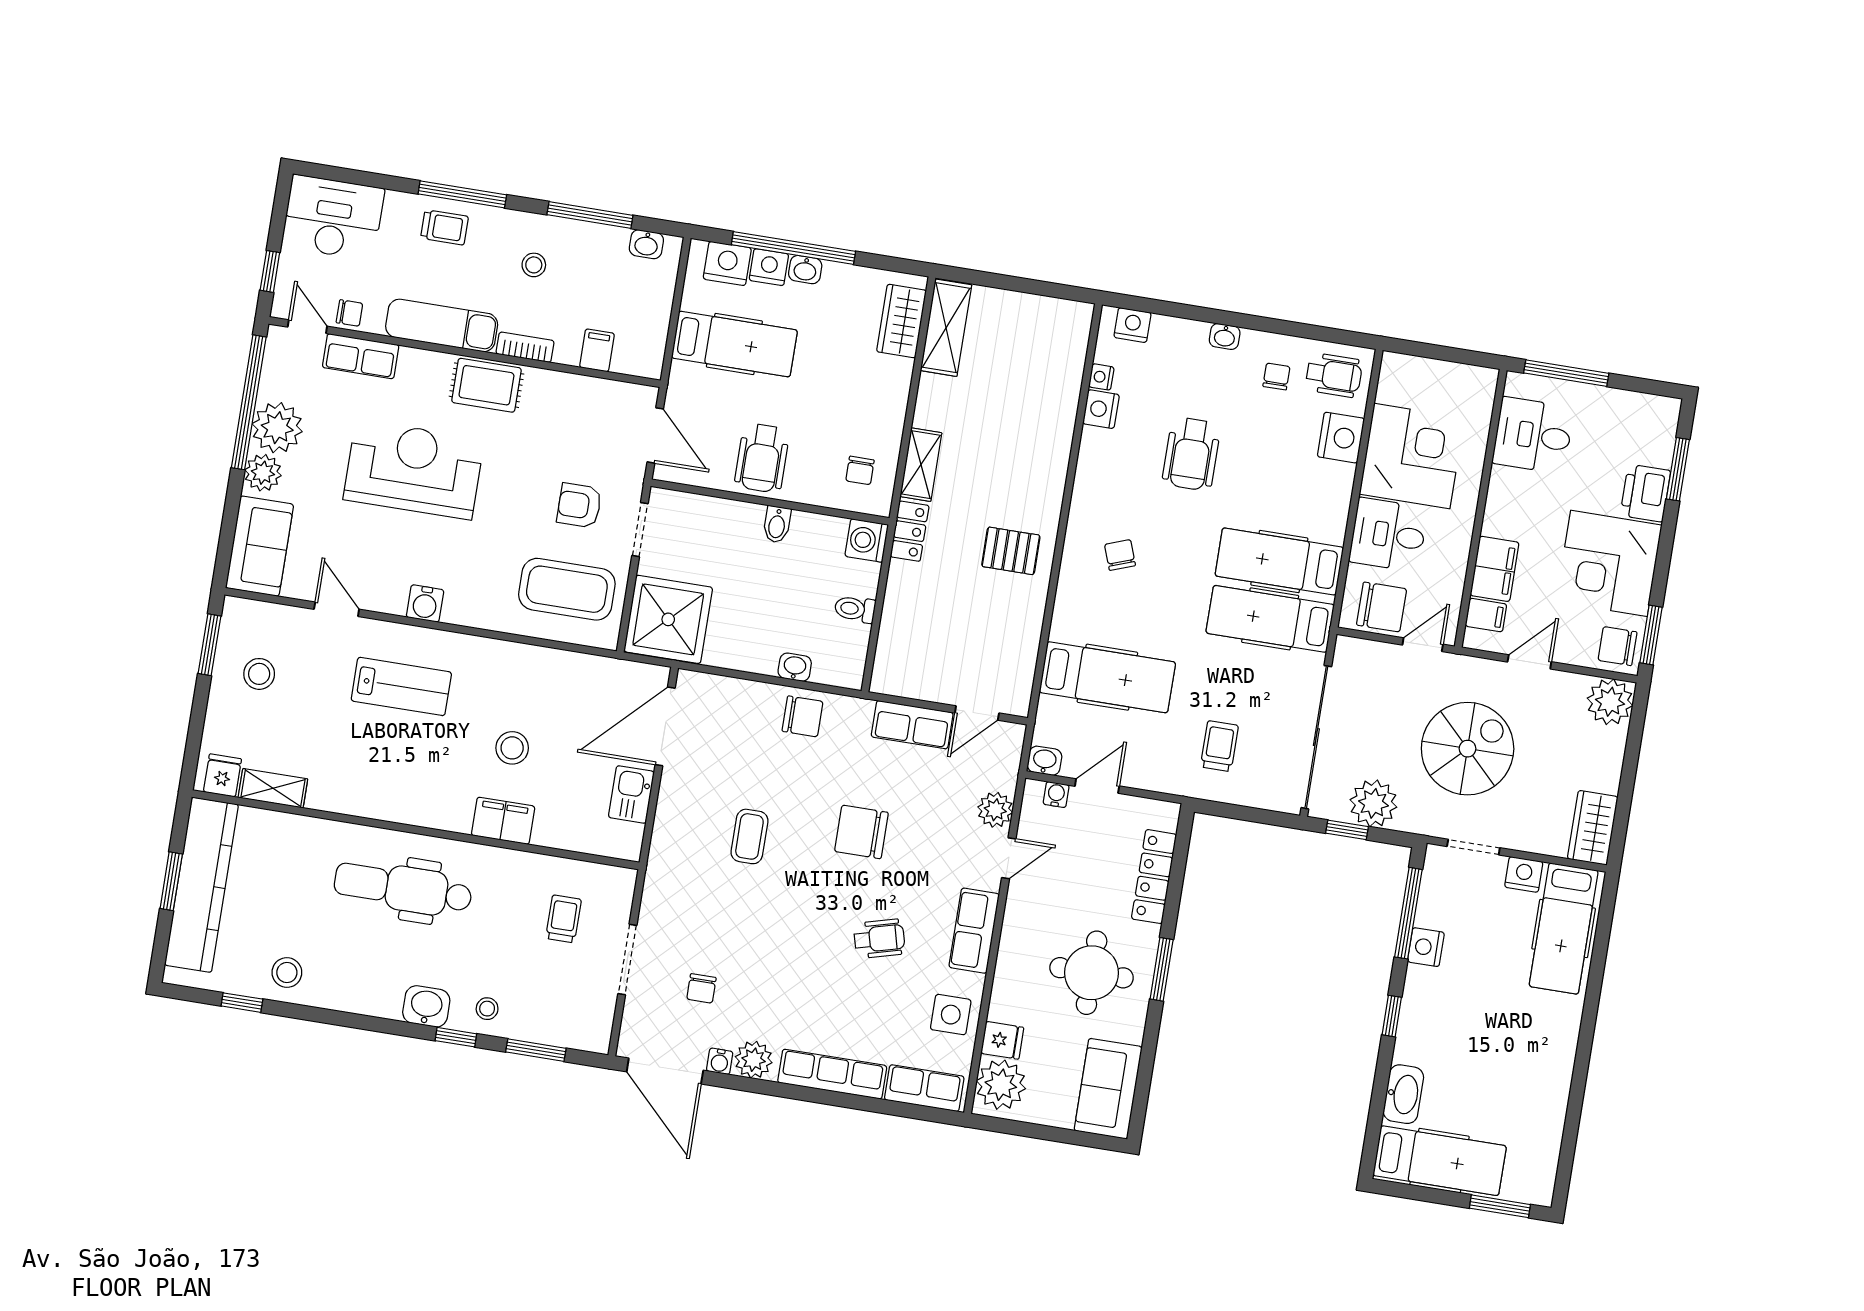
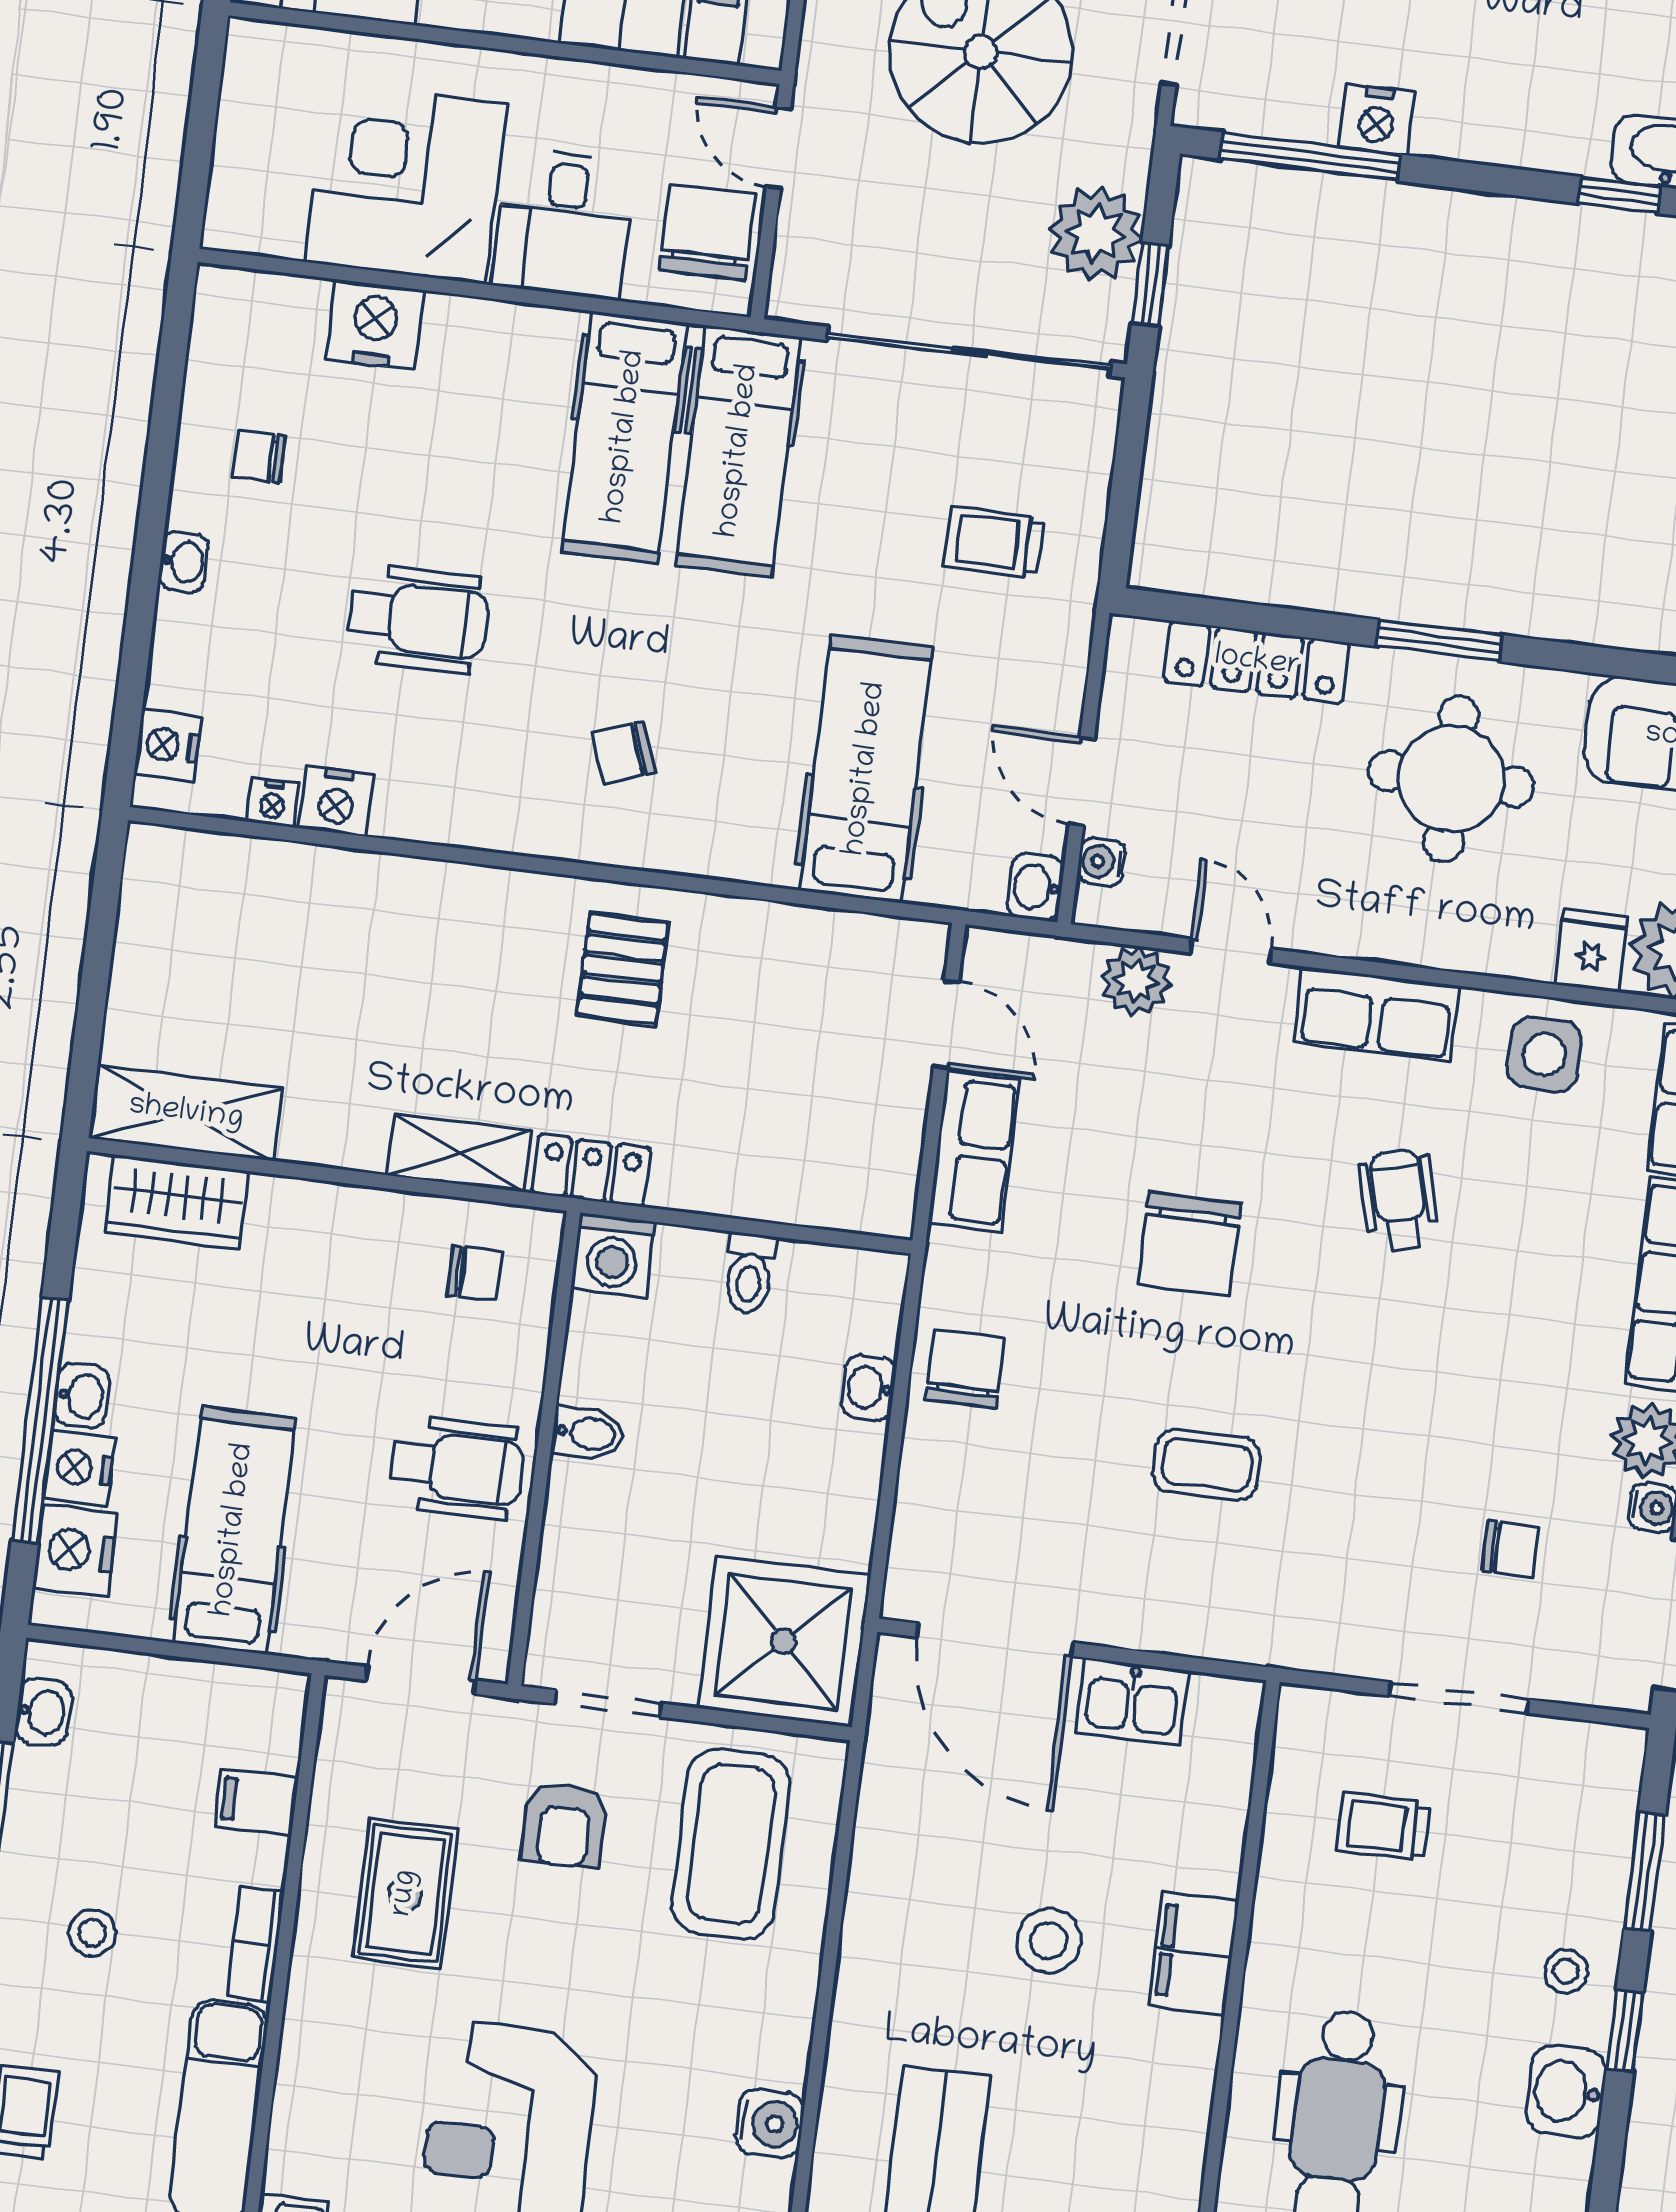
wheelchair: (1334, 375) -> (252, 343), removed
rug: (486, 385) -> (405, 1893), moved
window: (1392, 1016) -> (1619, 195), moved

